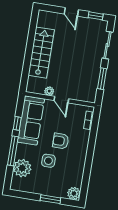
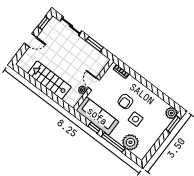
door: (61, 100) -> (94, 84), swing flipped
window: (50, 199) -> (173, 124), moved

